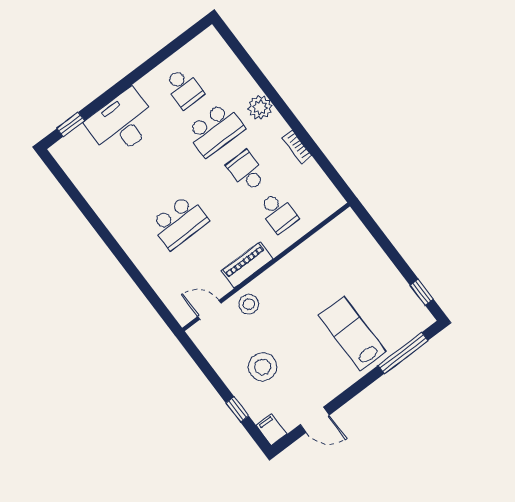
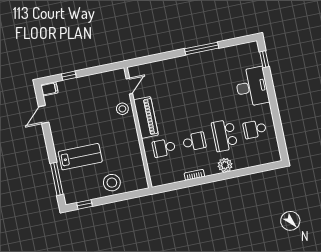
school desk: (179, 222) -> (184, 92), removed
window: (100, 227) -> (202, 48), added
piano: (247, 265) -> (146, 117), width x1.37, depth x1.33
stool: (263, 367) -> (112, 183), moved

